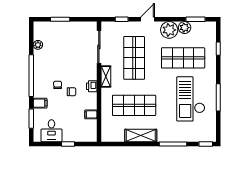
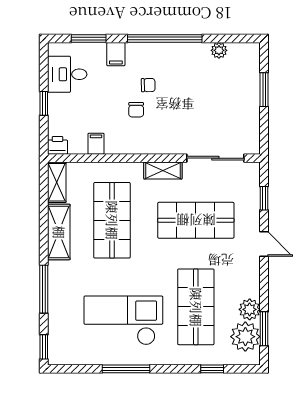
plant: (169, 30) -> (245, 337), moved
printer: (92, 86) -> (57, 145), moved
shelving: (113, 137) -> (57, 182), added

